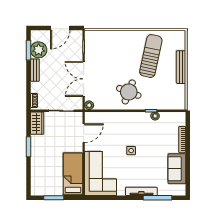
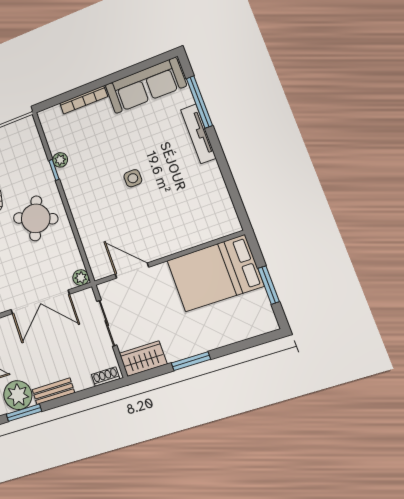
sofa: (177, 169) -> (146, 85), width x1.36
bed: (73, 174) -> (215, 273), width x1.50
corner sofa: (101, 174) -> (193, 216), removed

